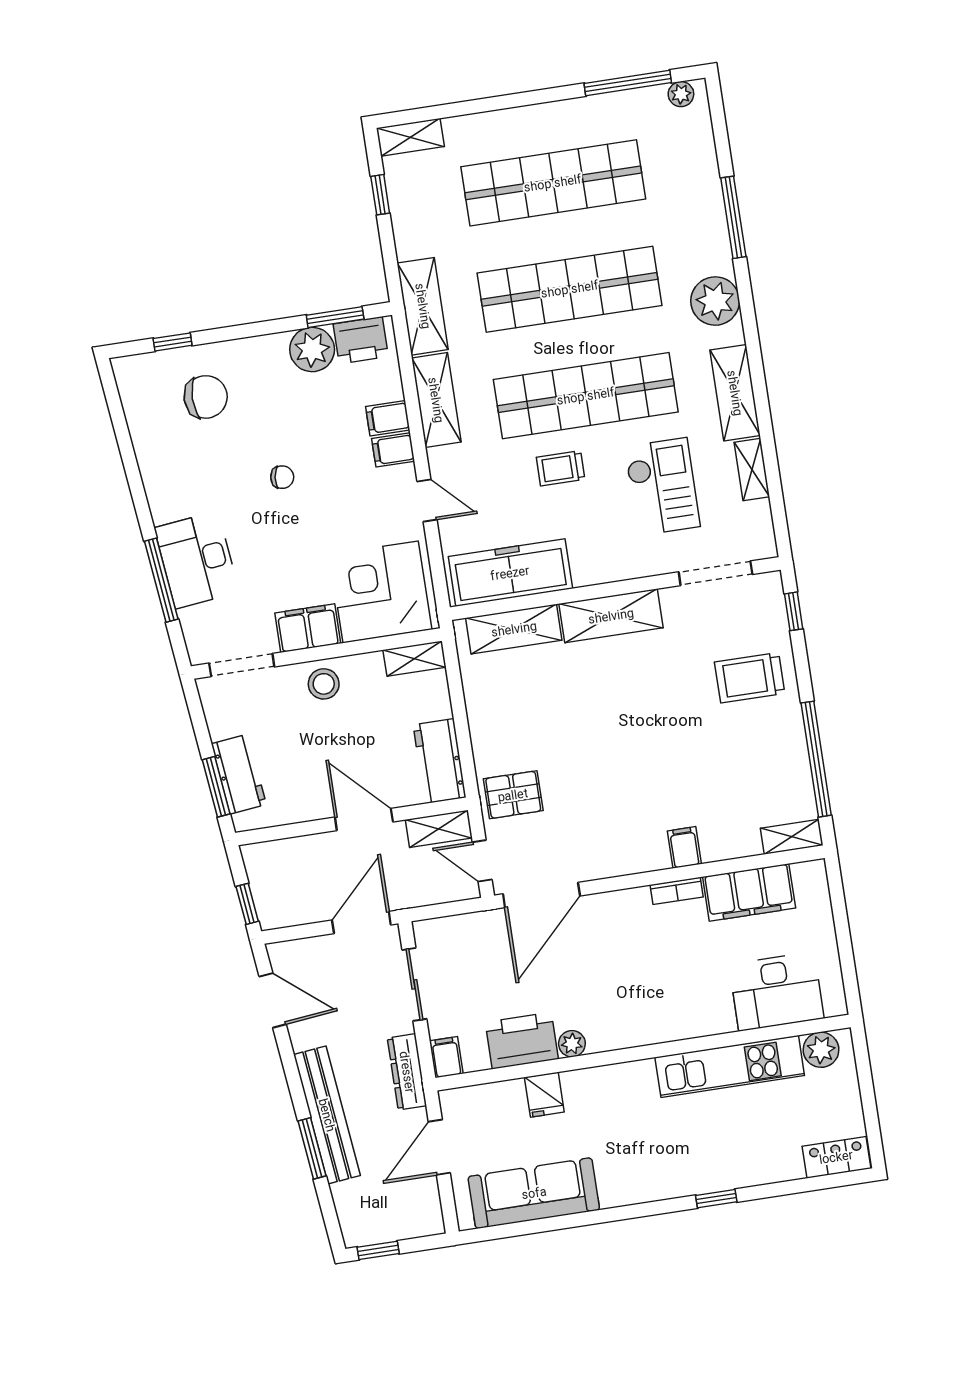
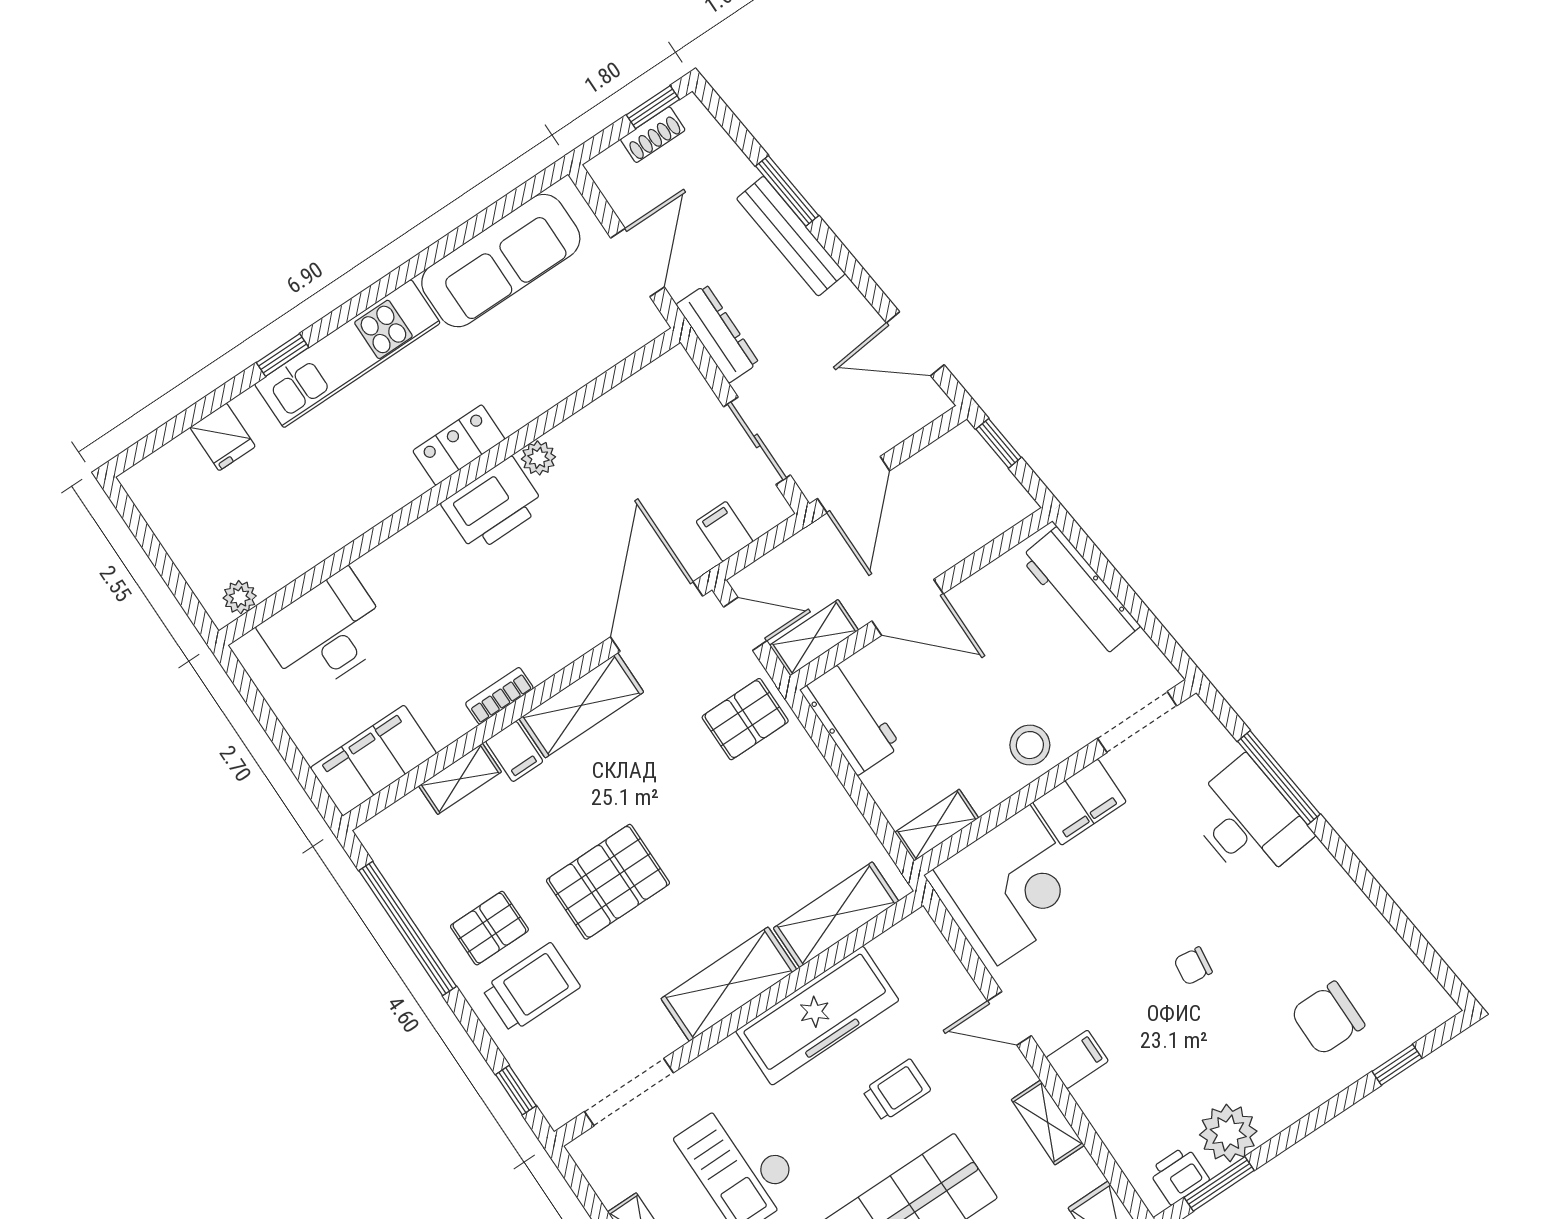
printer: (361, 340) -> (1179, 1175), width x0.73, depth x0.81
shelving: (436, 400) -> (1048, 1122), width x0.67, depth x0.75
filing cabinet: (388, 418) -> (1101, 1094), removed
trolley: (561, 468) -> (897, 1090), moved
freezer: (510, 573) -> (817, 1016), moved
pallet: (662, 726) -> (608, 882), added
pallet: (759, 733) -> (489, 928), added
workbench: (239, 774) -> (1080, 592), width x1.38
window: (216, 787) -> (1100, 564), removed
shelving: (792, 837) -> (460, 779), moved
shelving: (623, 858) -> (581, 705), added
filing cabinet: (749, 892) -> (373, 761), moved
printer: (522, 1041) -> (493, 505), moved
plant: (821, 1050) -> (240, 597), width x0.73, depth x0.73
filing cabinet: (446, 1057) -> (724, 531), moved, turned 180
kitchen unit: (730, 1066) -> (347, 354), moved, turned 180
fridge: (544, 1095) -> (223, 437), moved, turned 180
bench: (327, 1115) -> (791, 236), width x0.73, depth x0.82
locker: (836, 1157) -> (459, 445), moved, turned 180
shoe rack: (387, 1231) -> (653, 135), added

